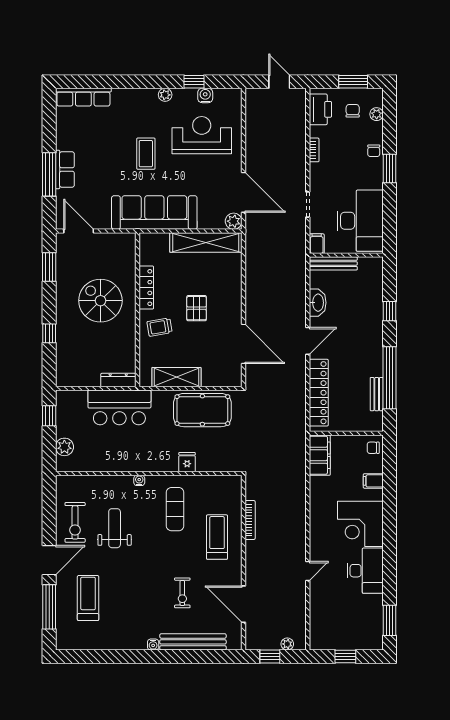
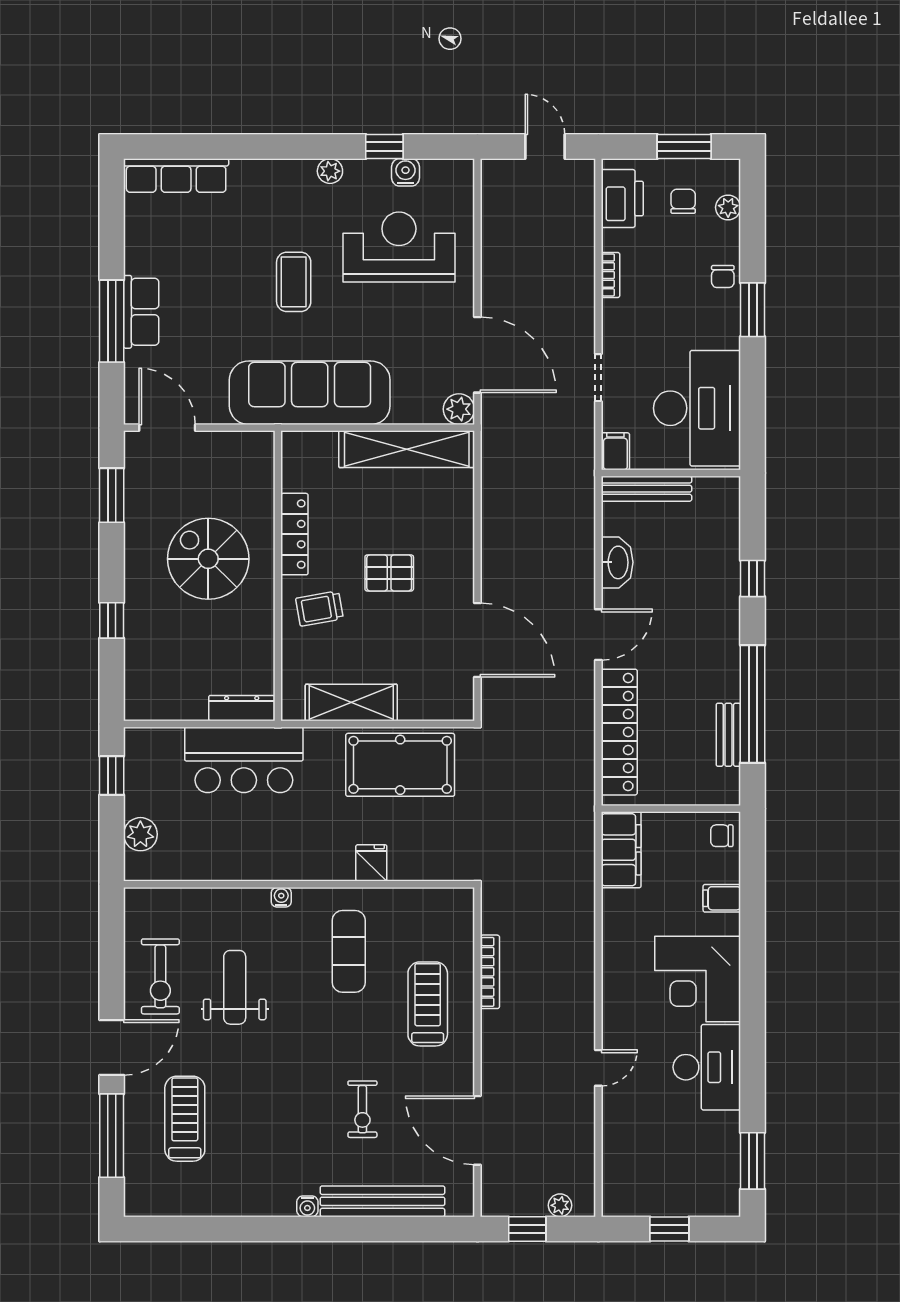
pallet: (197, 308) -> (389, 573), turned 90

